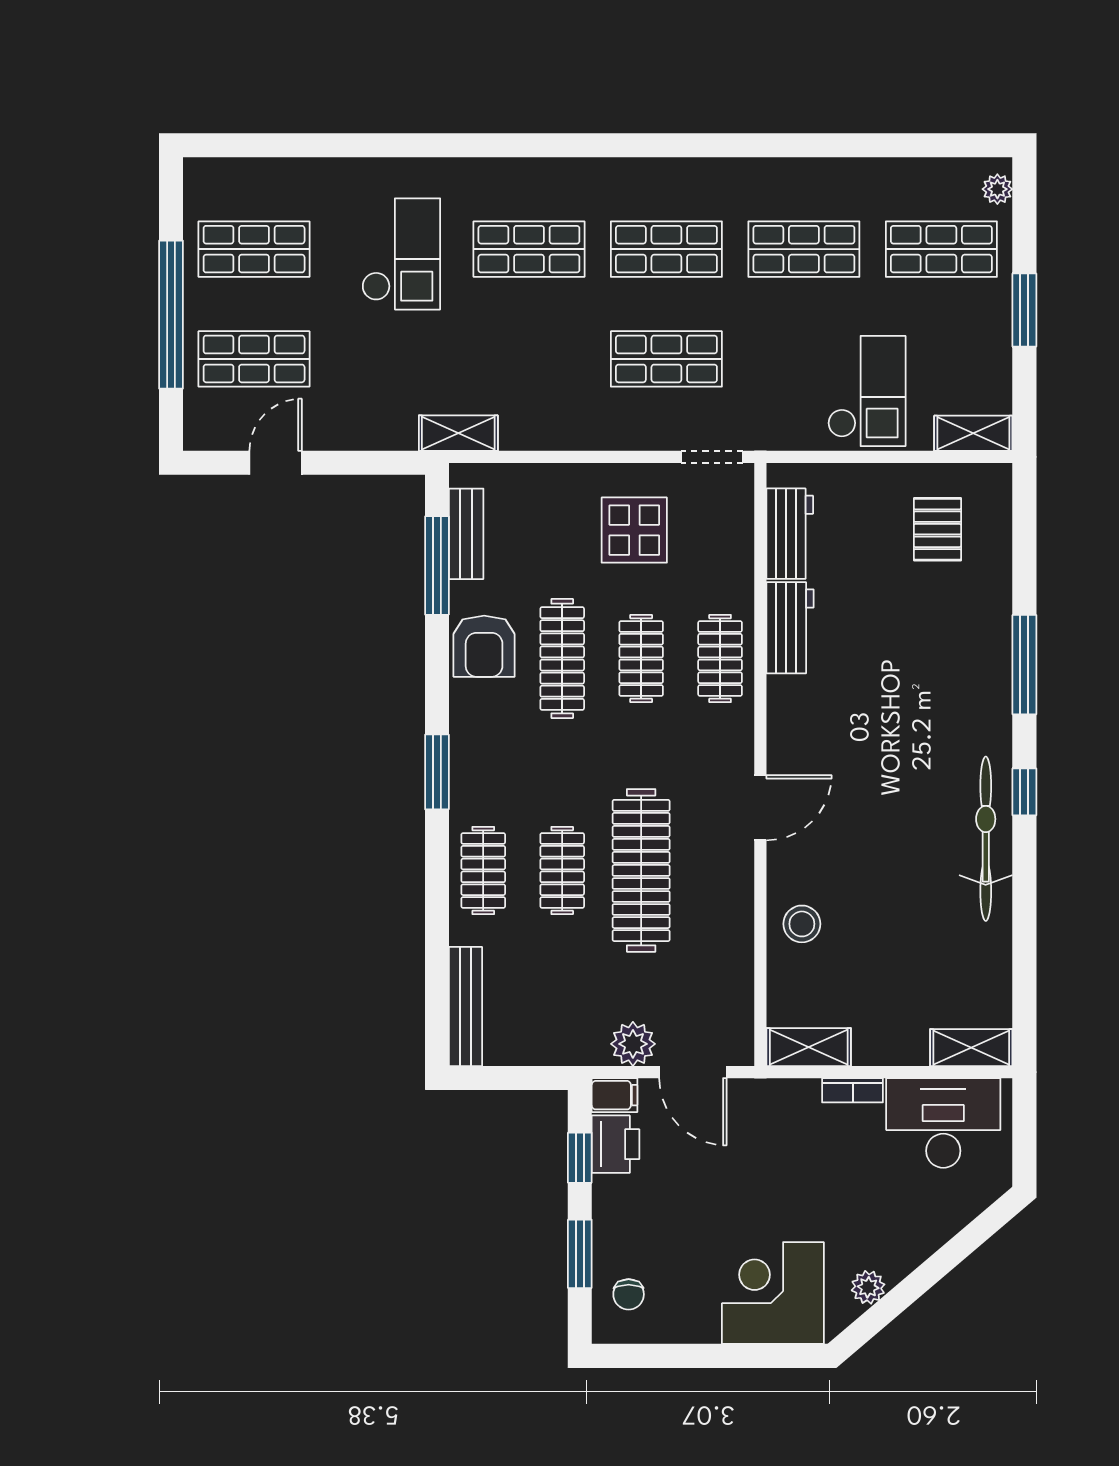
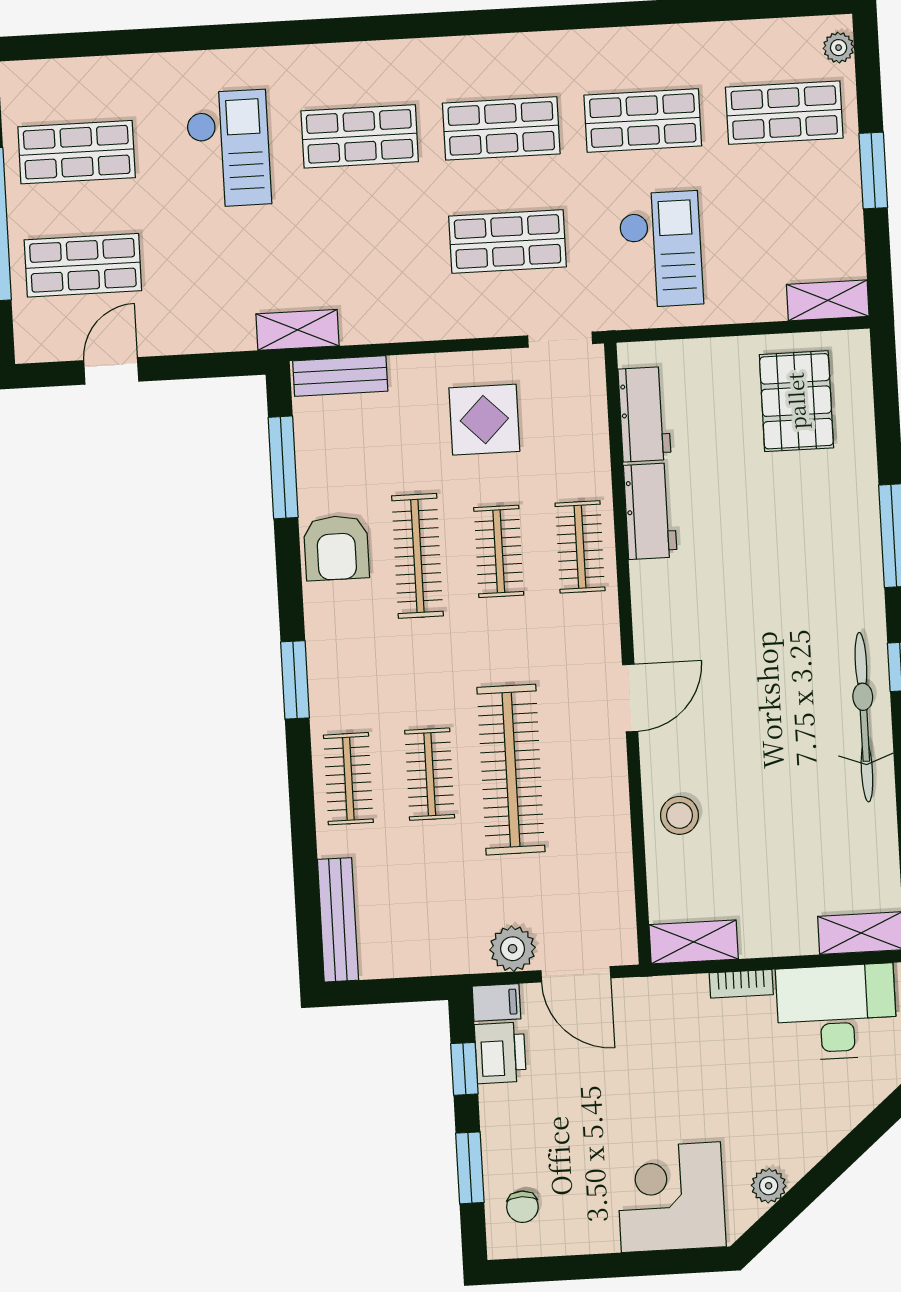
checkout: (867, 391) -> (661, 249), moved
pallet: (937, 529) -> (796, 401), width x1.50, depth x1.42
bench: (466, 534) -> (340, 376), moved, turned 90

